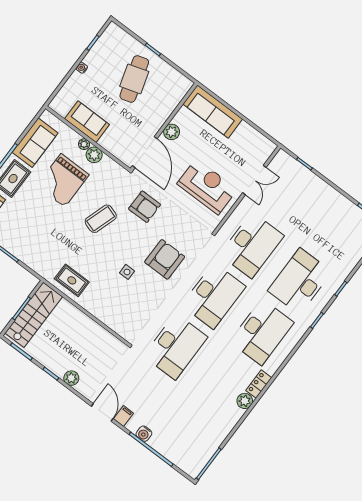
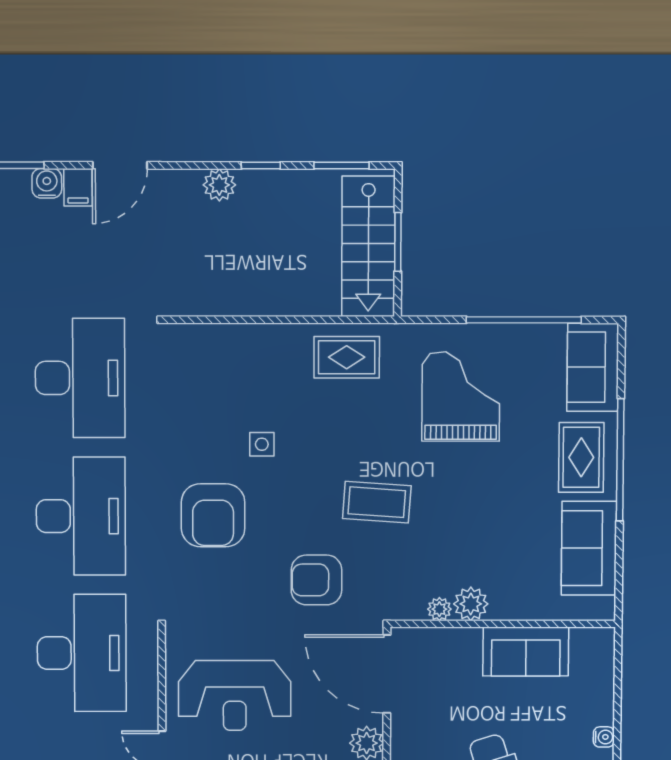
plant: (84, 144) -> (439, 609), moved
grand piano: (63, 180) -> (461, 396), moved
coffee table: (101, 219) -> (377, 502), turned 76
desk: (252, 245) -> (82, 653), turned 180
desk: (214, 296) -> (81, 516), turned 180
desk: (175, 347) -> (80, 378), turned 180
door: (102, 412) -> (120, 165), hinge flipped
water cooler: (144, 434) -> (47, 183), moved

